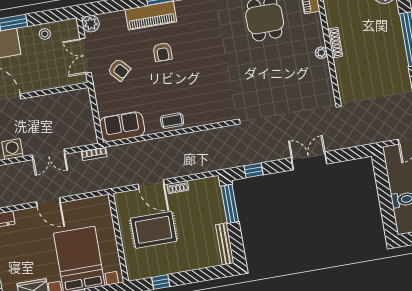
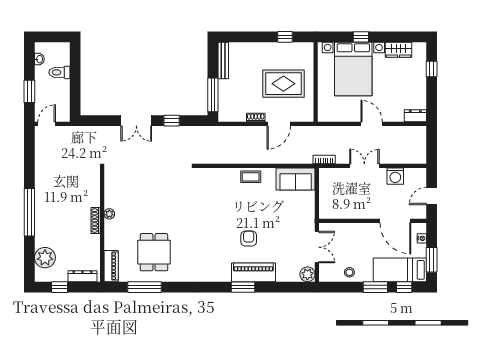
armchair: (119, 70) -> (290, 230), removed
window: (254, 170) -> (172, 121), moved
door: (151, 184) -> (279, 124), swing flipped

